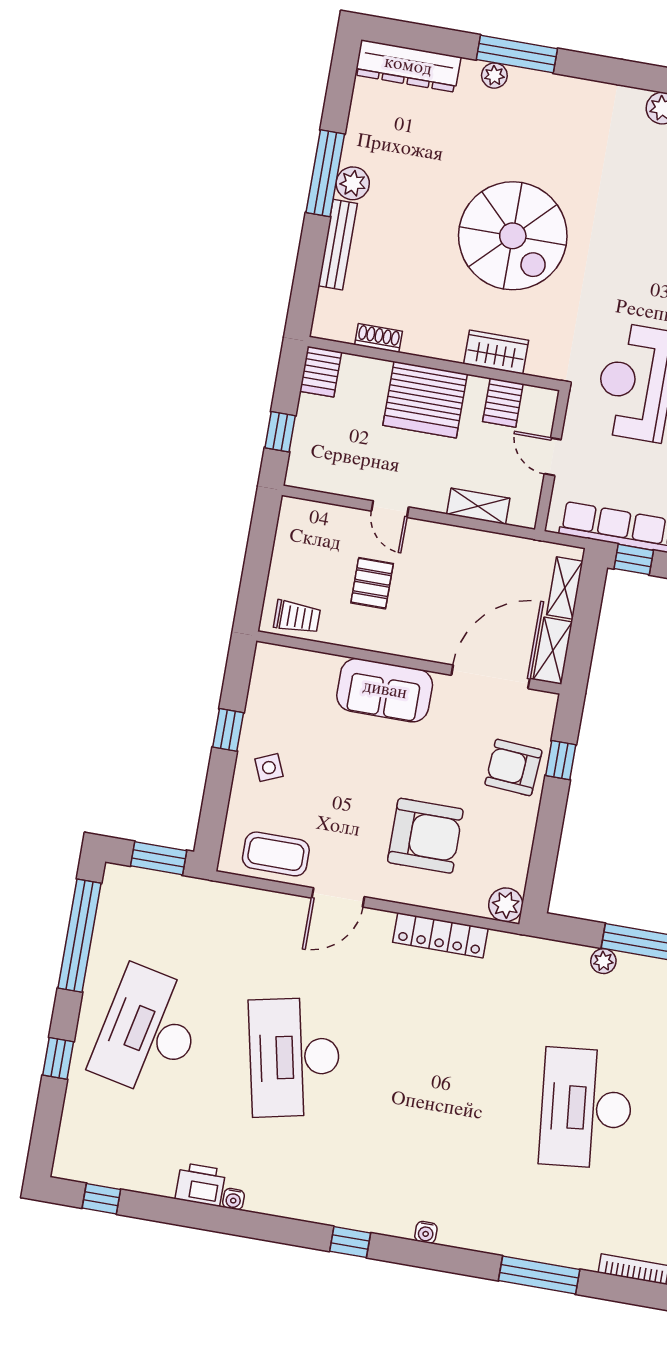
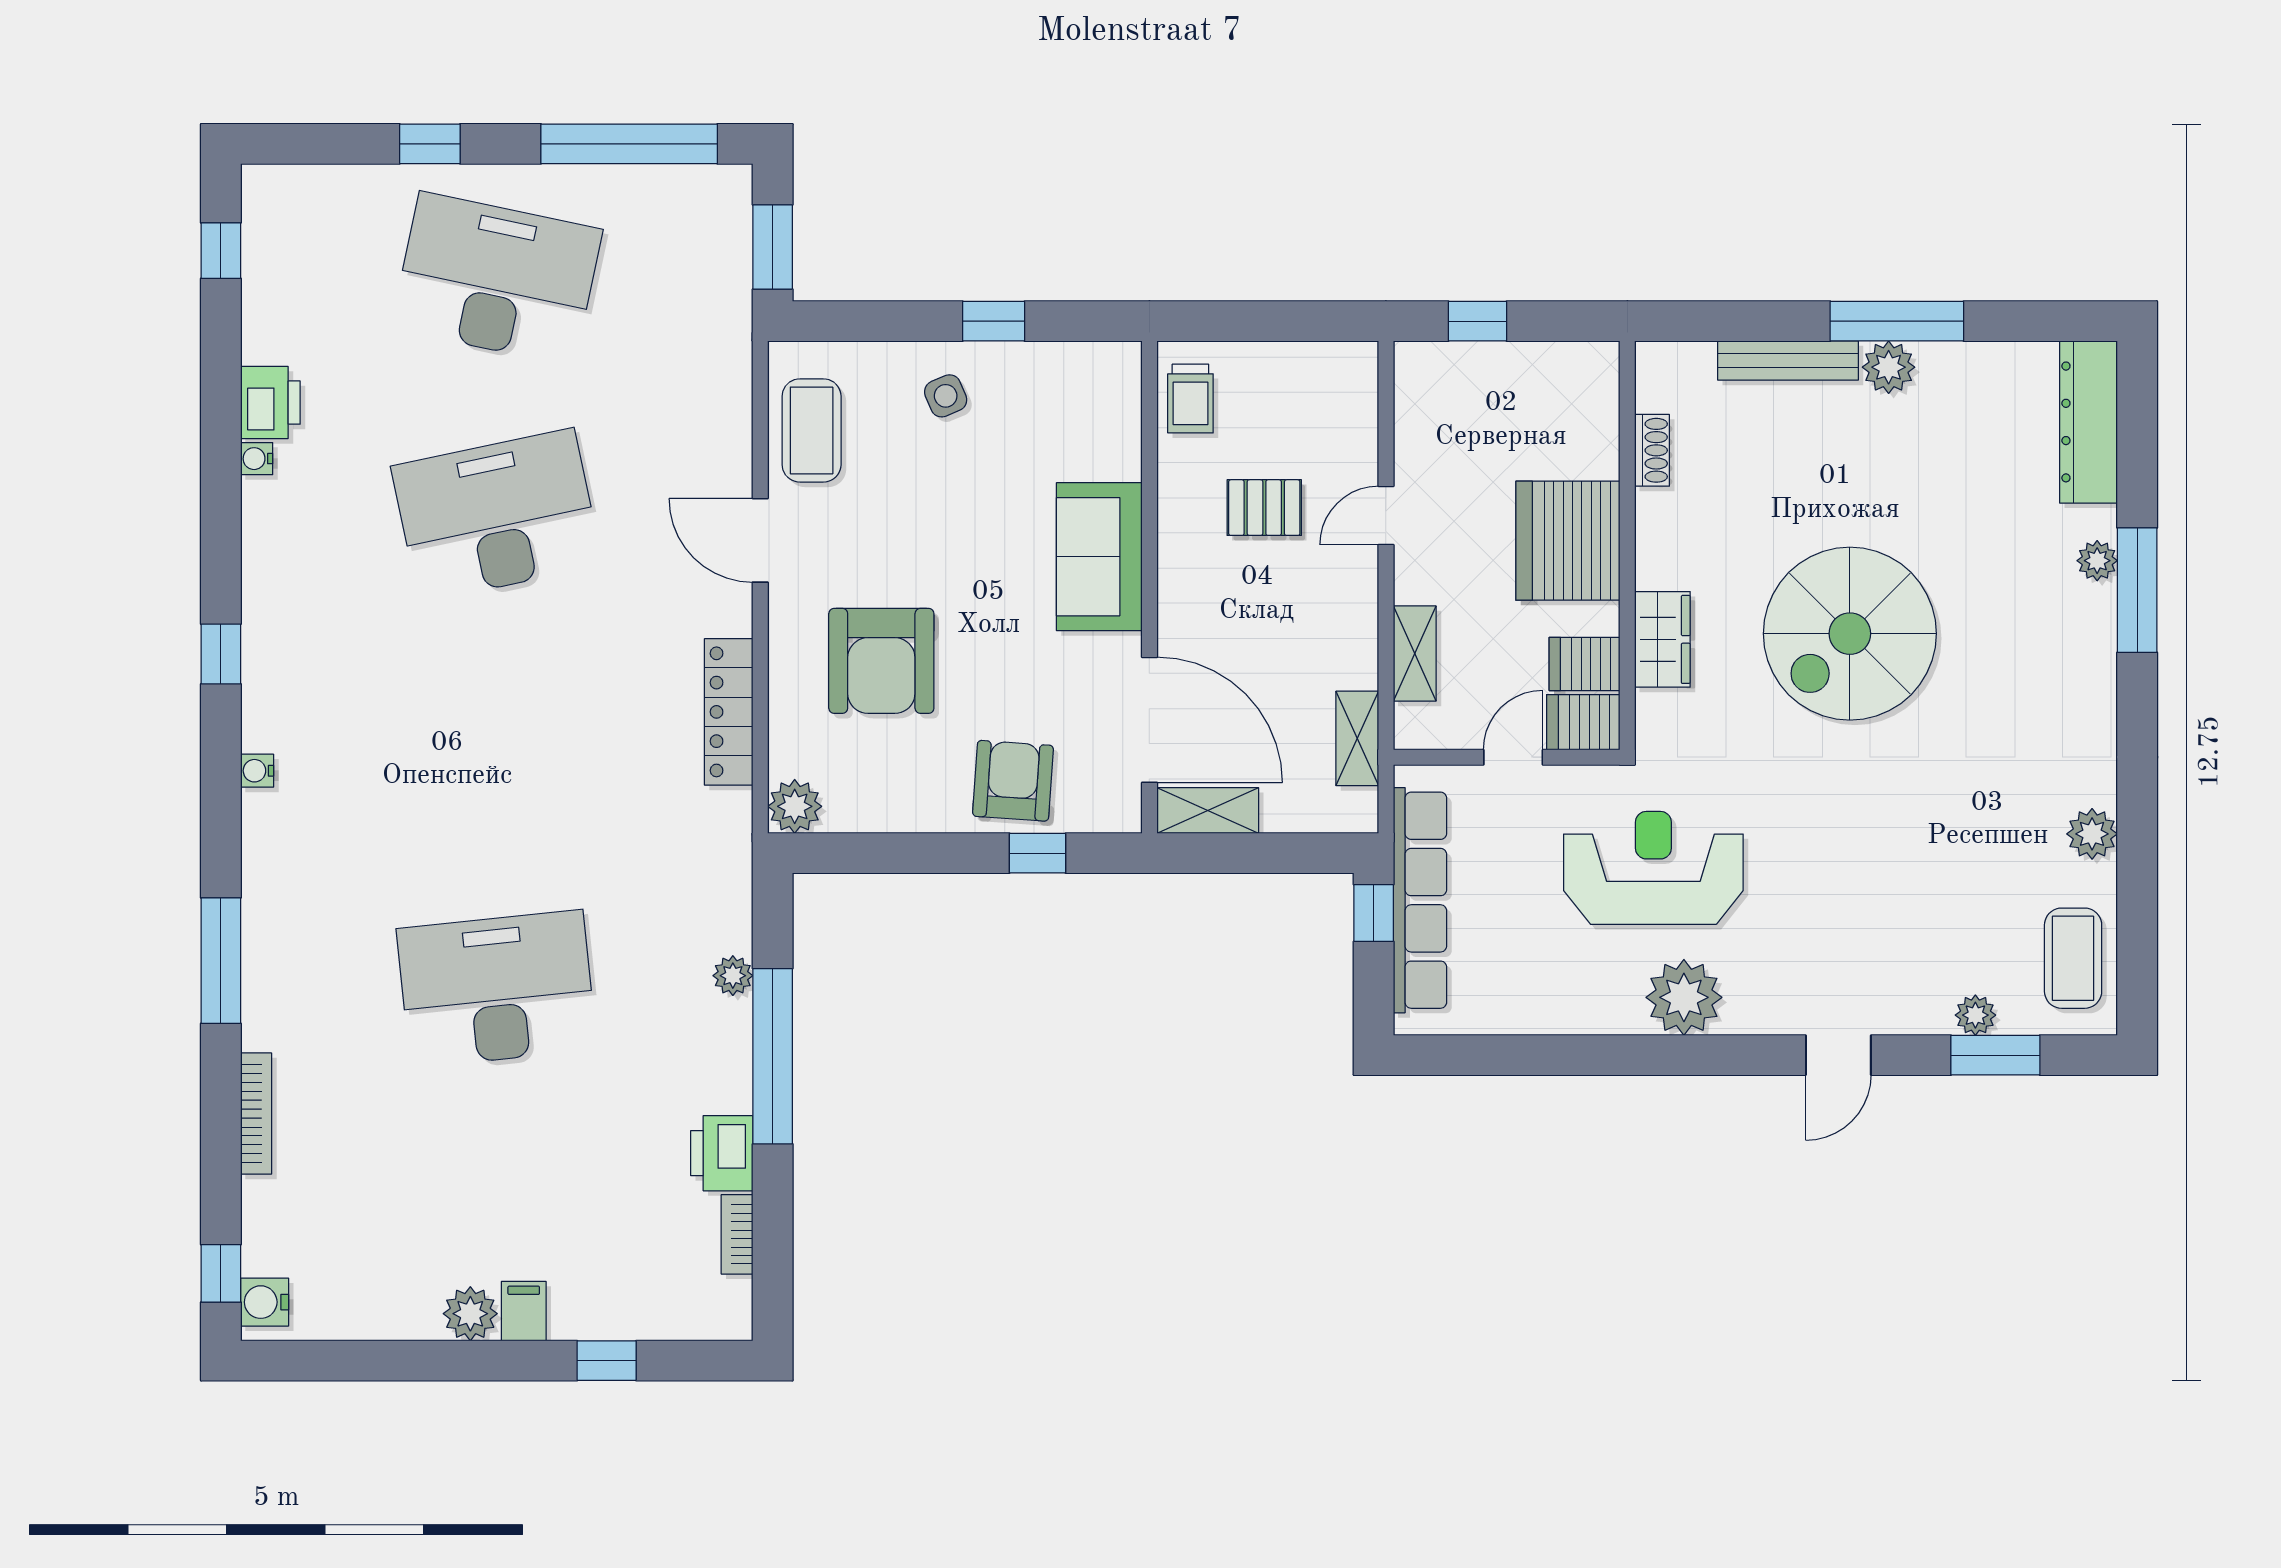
server rack: (321, 372) -> (1583, 722), moved
shelving: (565, 588) -> (1357, 738), moved, turned 90

